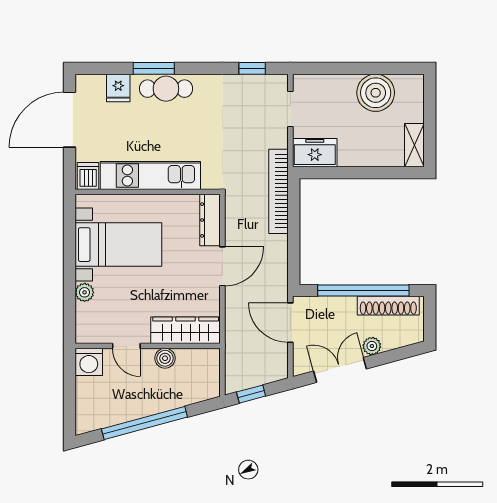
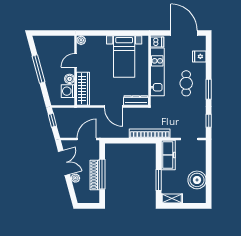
window: (154, 68) -> (209, 89), moved
cafe table: (166, 89) -> (186, 83), moved
freezer: (315, 153) -> (168, 155), width x1.40
window: (376, 173) -> (159, 180), added
window: (363, 290) -> (102, 174), width x0.68
plant: (85, 292) -> (81, 40), moved
shoe rack: (388, 306) -> (95, 175), moved
washing machine: (89, 362) -> (68, 91), moved
window: (144, 423) -> (39, 69), width x0.68

